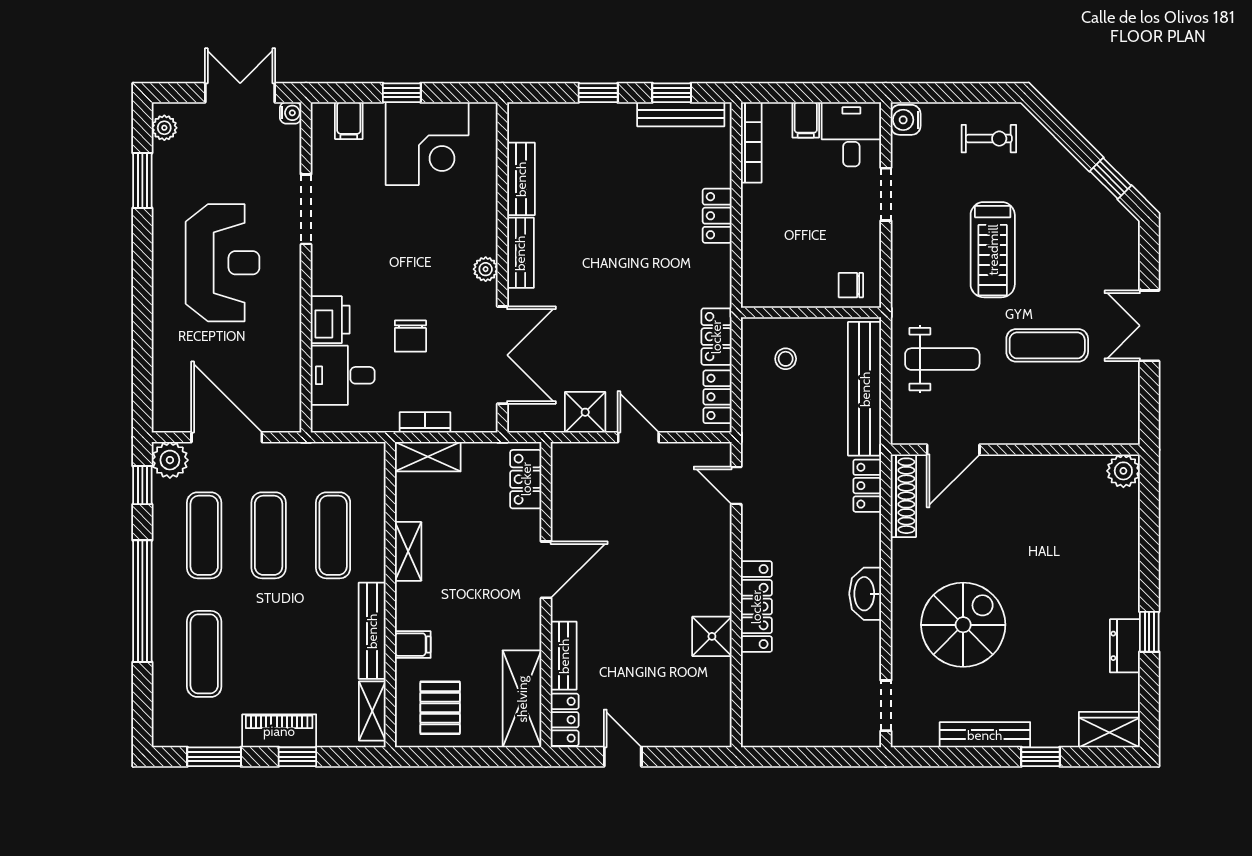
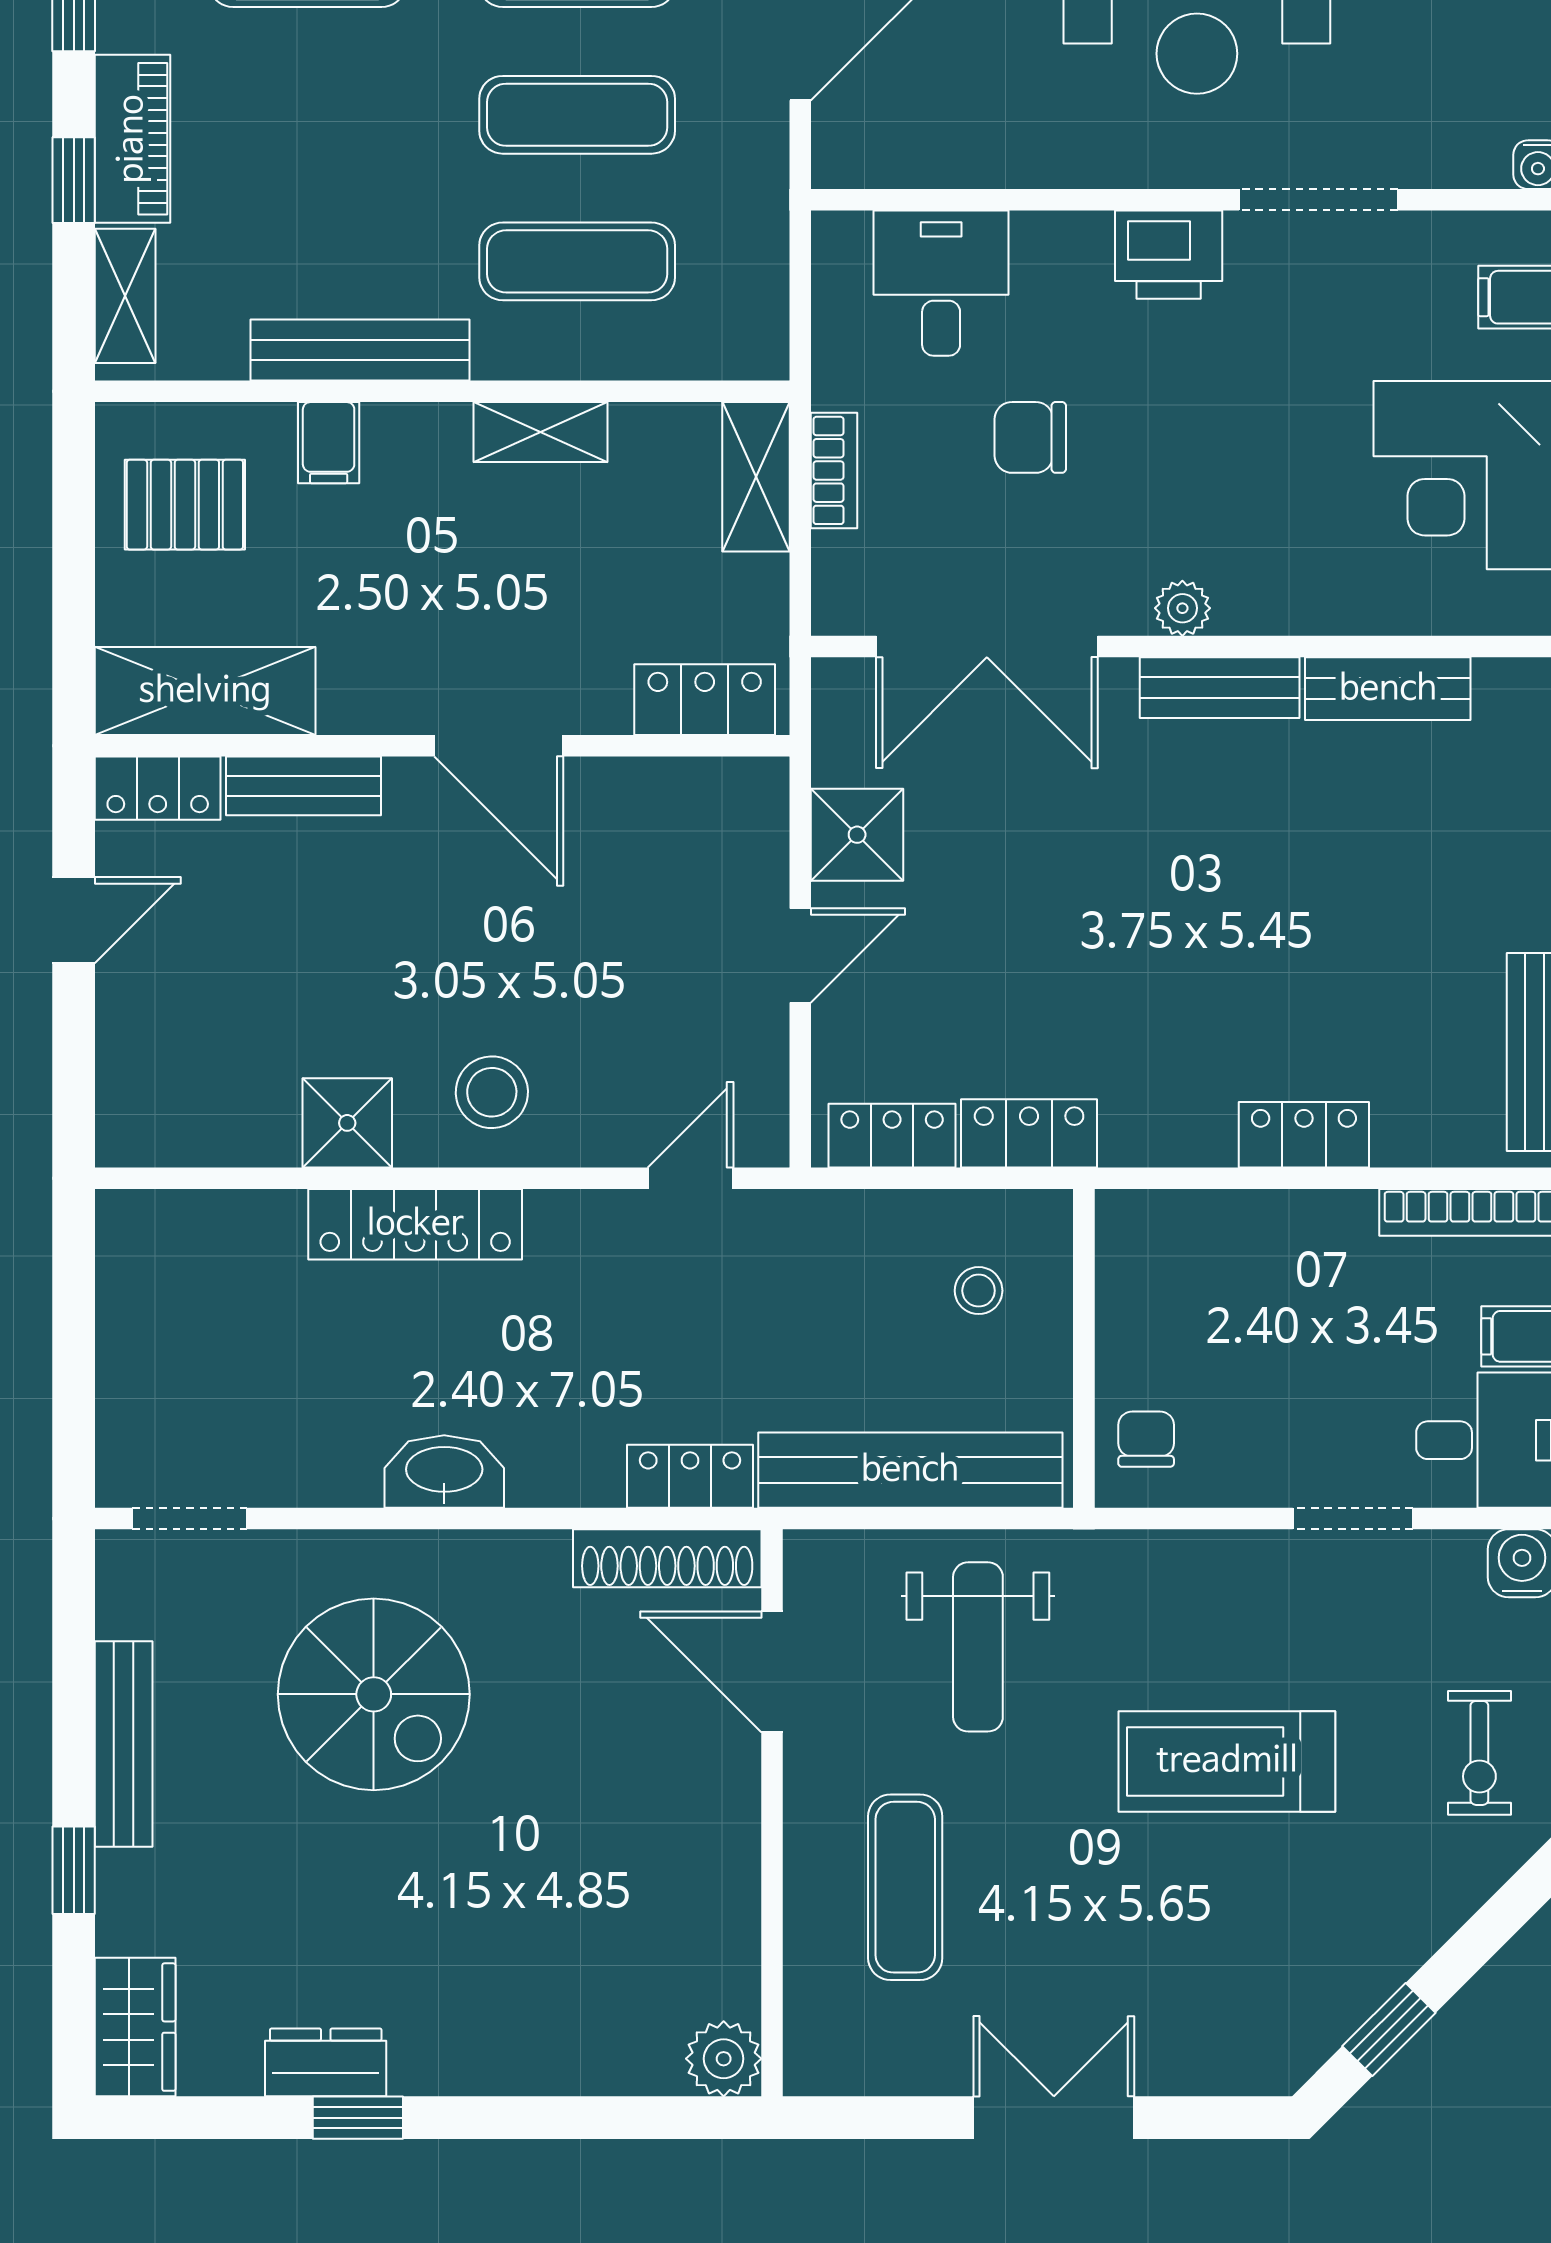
printer: (330, 320) -> (1169, 255), moved
exercise mat: (1047, 345) -> (905, 1887), moved
stool: (698, 573) -> (492, 1092), added
shelving: (372, 711) -> (125, 296), moved, turned 90

